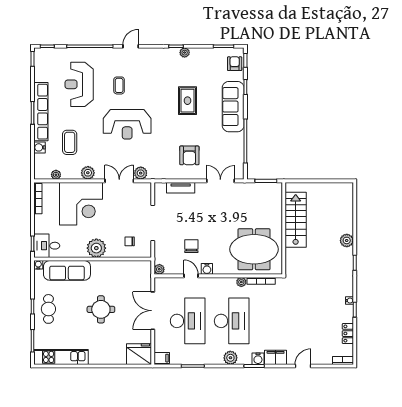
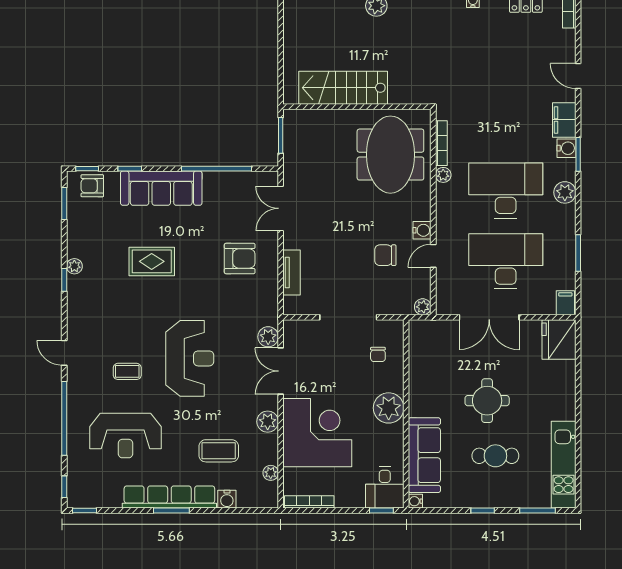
cafe table: (48, 309) -> (495, 456), moved

